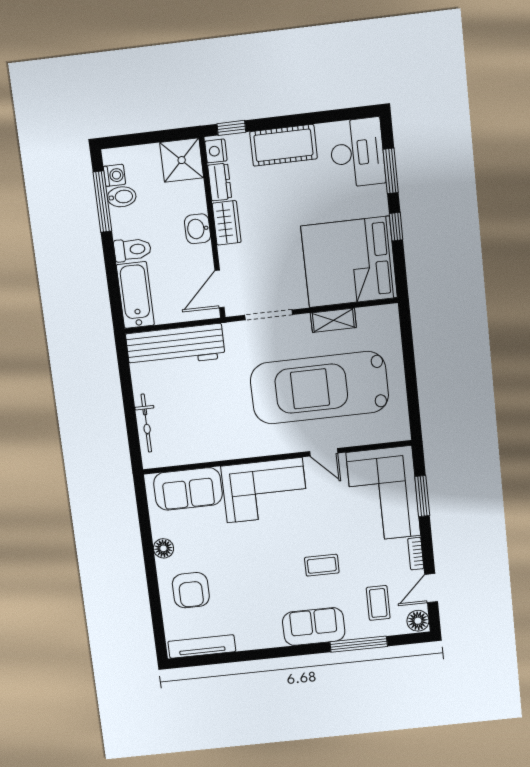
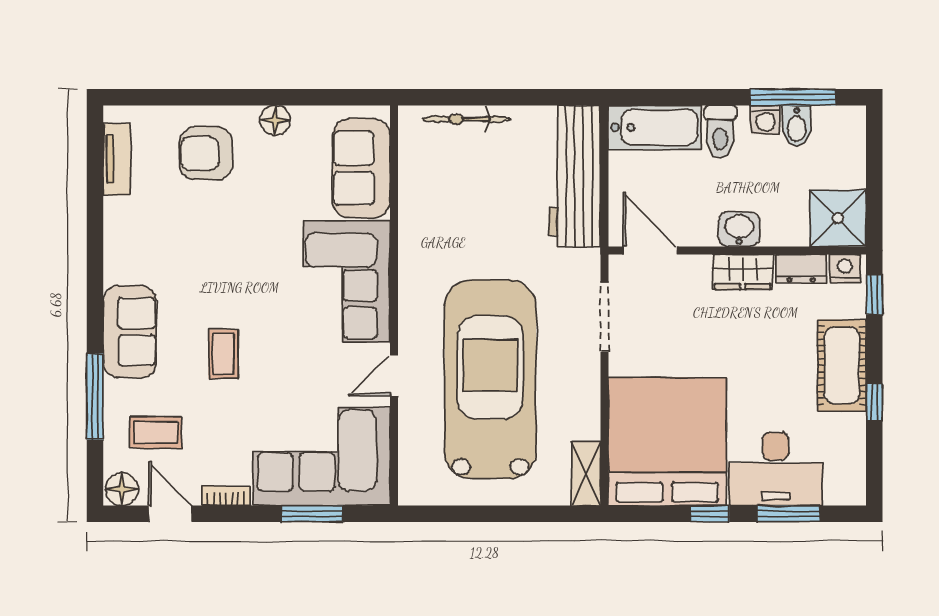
window: (306, 119) -> (874, 401), added
desk: (357, 153) -> (776, 469), moved
washing machine: (115, 175) -> (765, 120), moved
shelving: (333, 320) -> (586, 474), moved
tv unit: (202, 646) -> (117, 159), width x0.71

